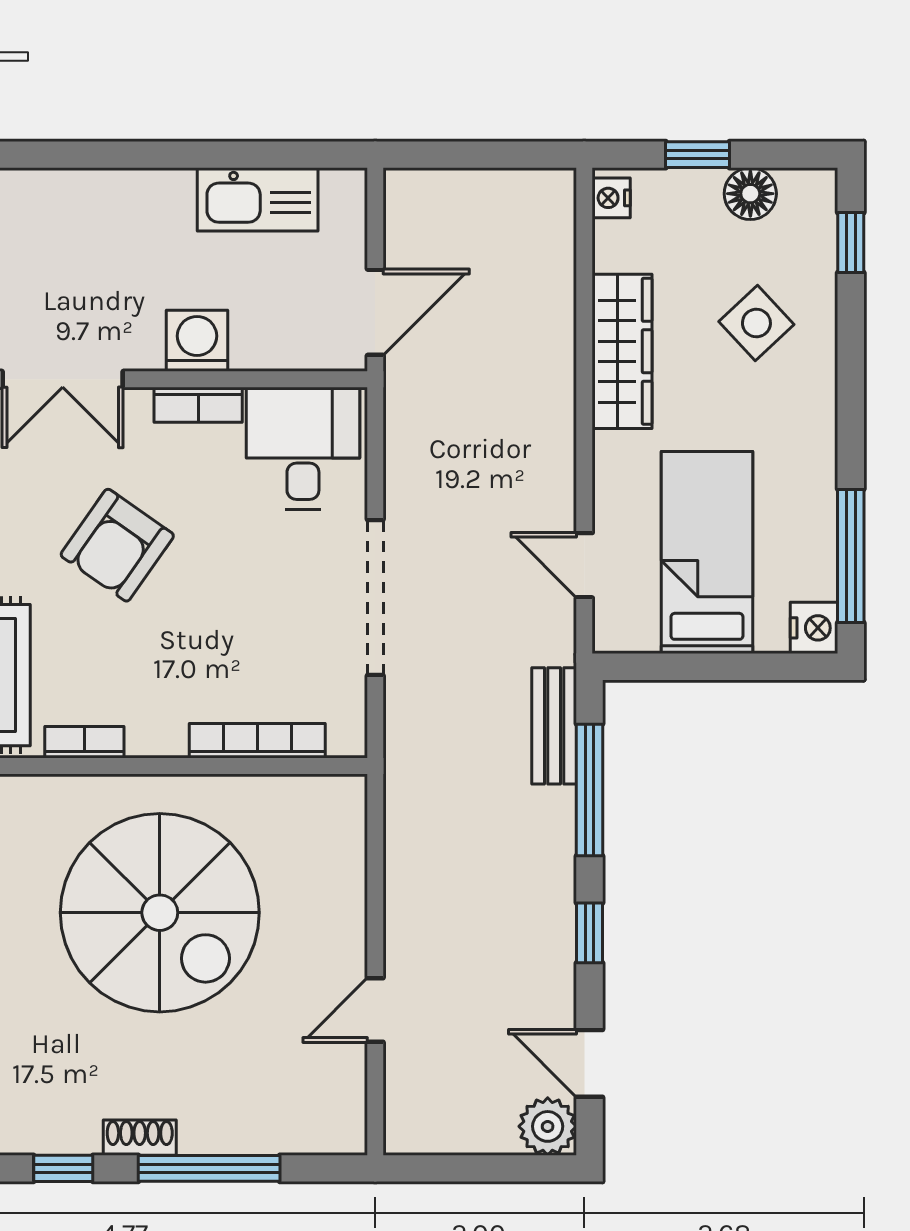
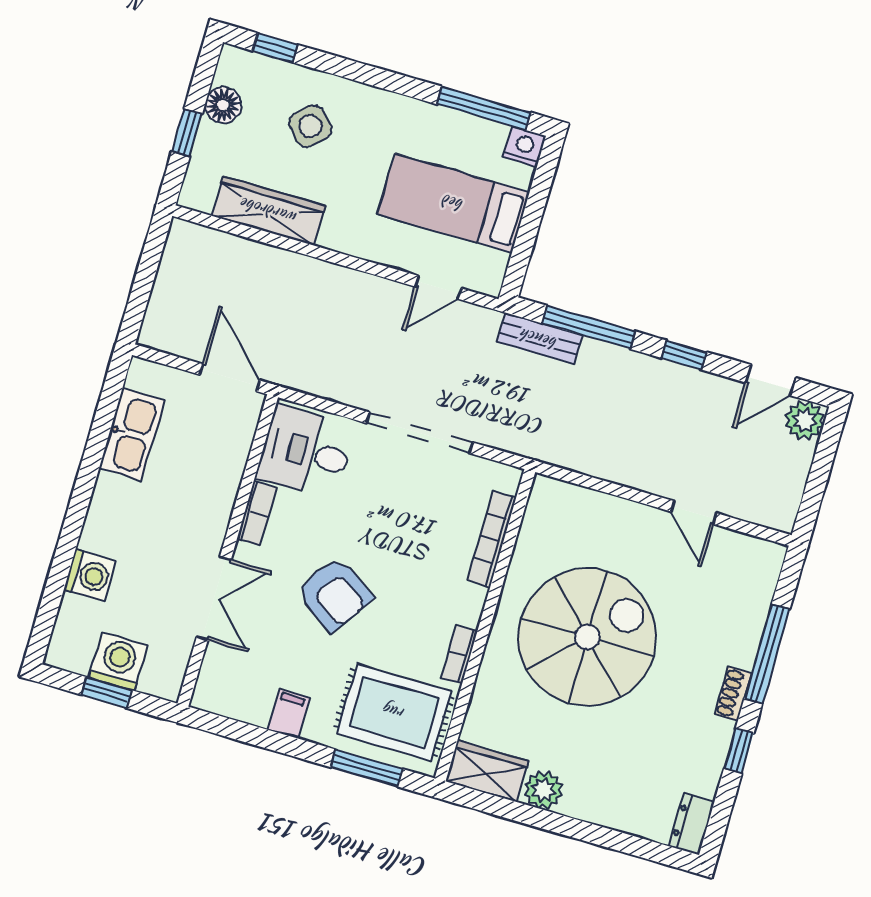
nightstand: (611, 198) -> (199, 199), removed
washing machine: (197, 341) -> (90, 575), moved, turned 180
wardrobe: (622, 351) -> (269, 211), moved

